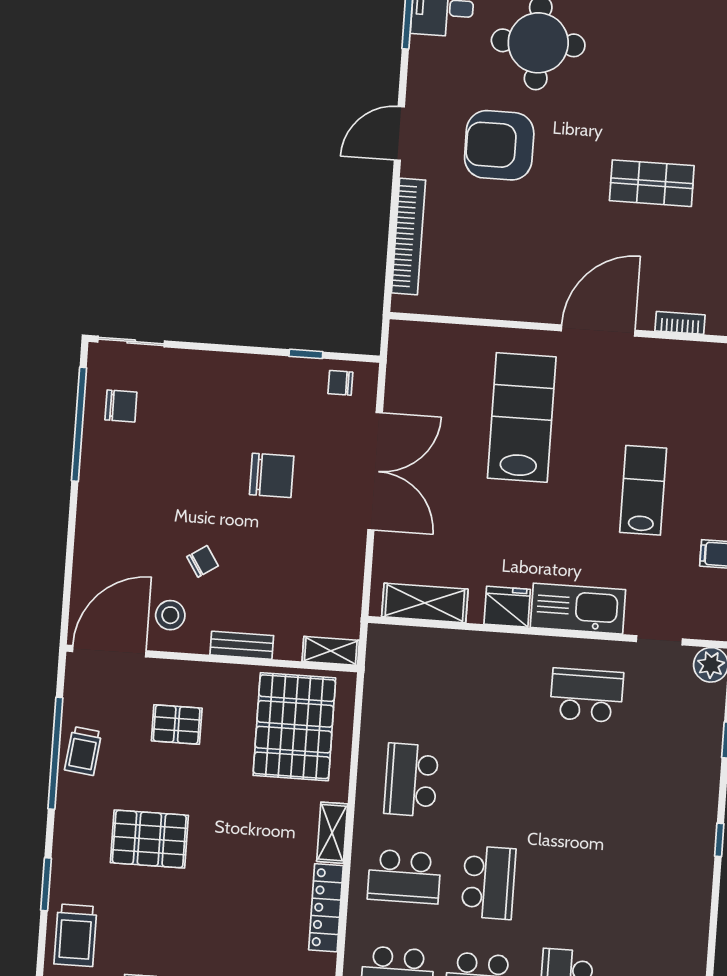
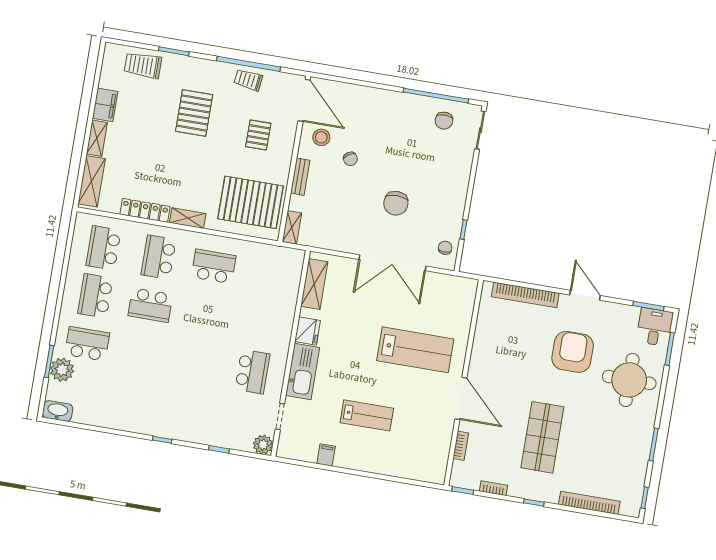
shop shelf: (652, 183) -> (542, 437), width x1.43, depth x1.36

